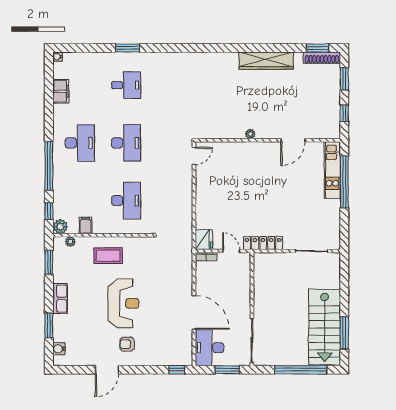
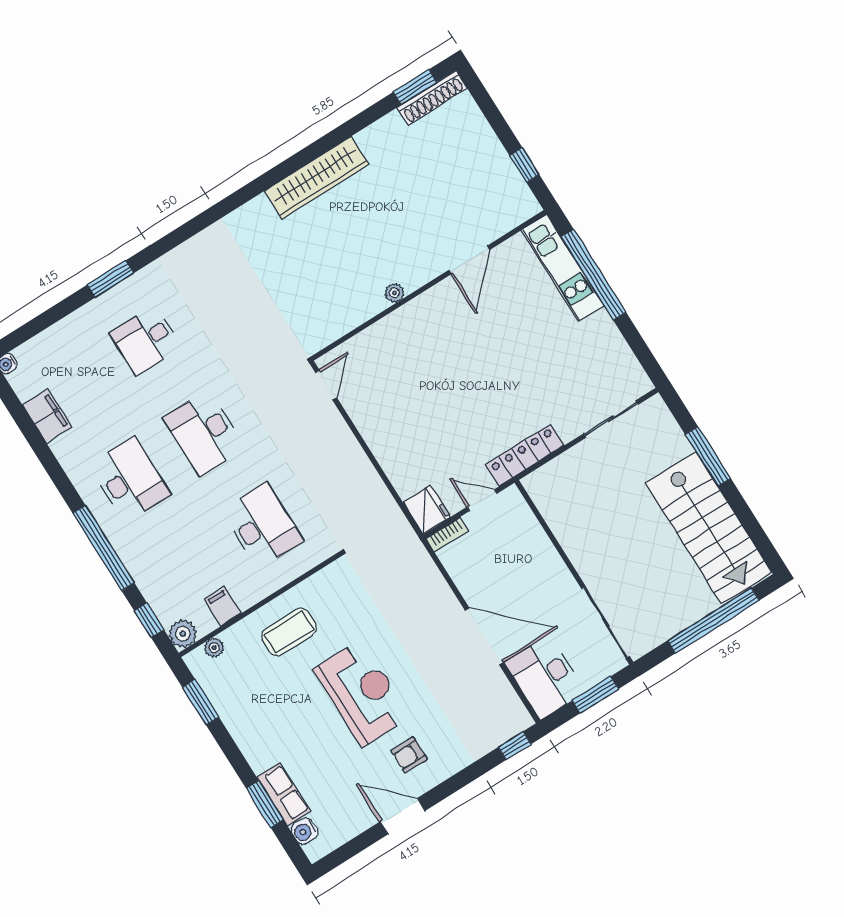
wardrobe: (266, 61) -> (316, 178), moved
window: (344, 79) -> (489, 109), removed
desk: (126, 85) -> (146, 340), turned 180
desk: (126, 143) -> (204, 433), turned 180
row of seats: (60, 299) -> (284, 794), moved
window: (344, 333) -> (708, 456), moved
door: (107, 370) -> (403, 816), swing flipped

